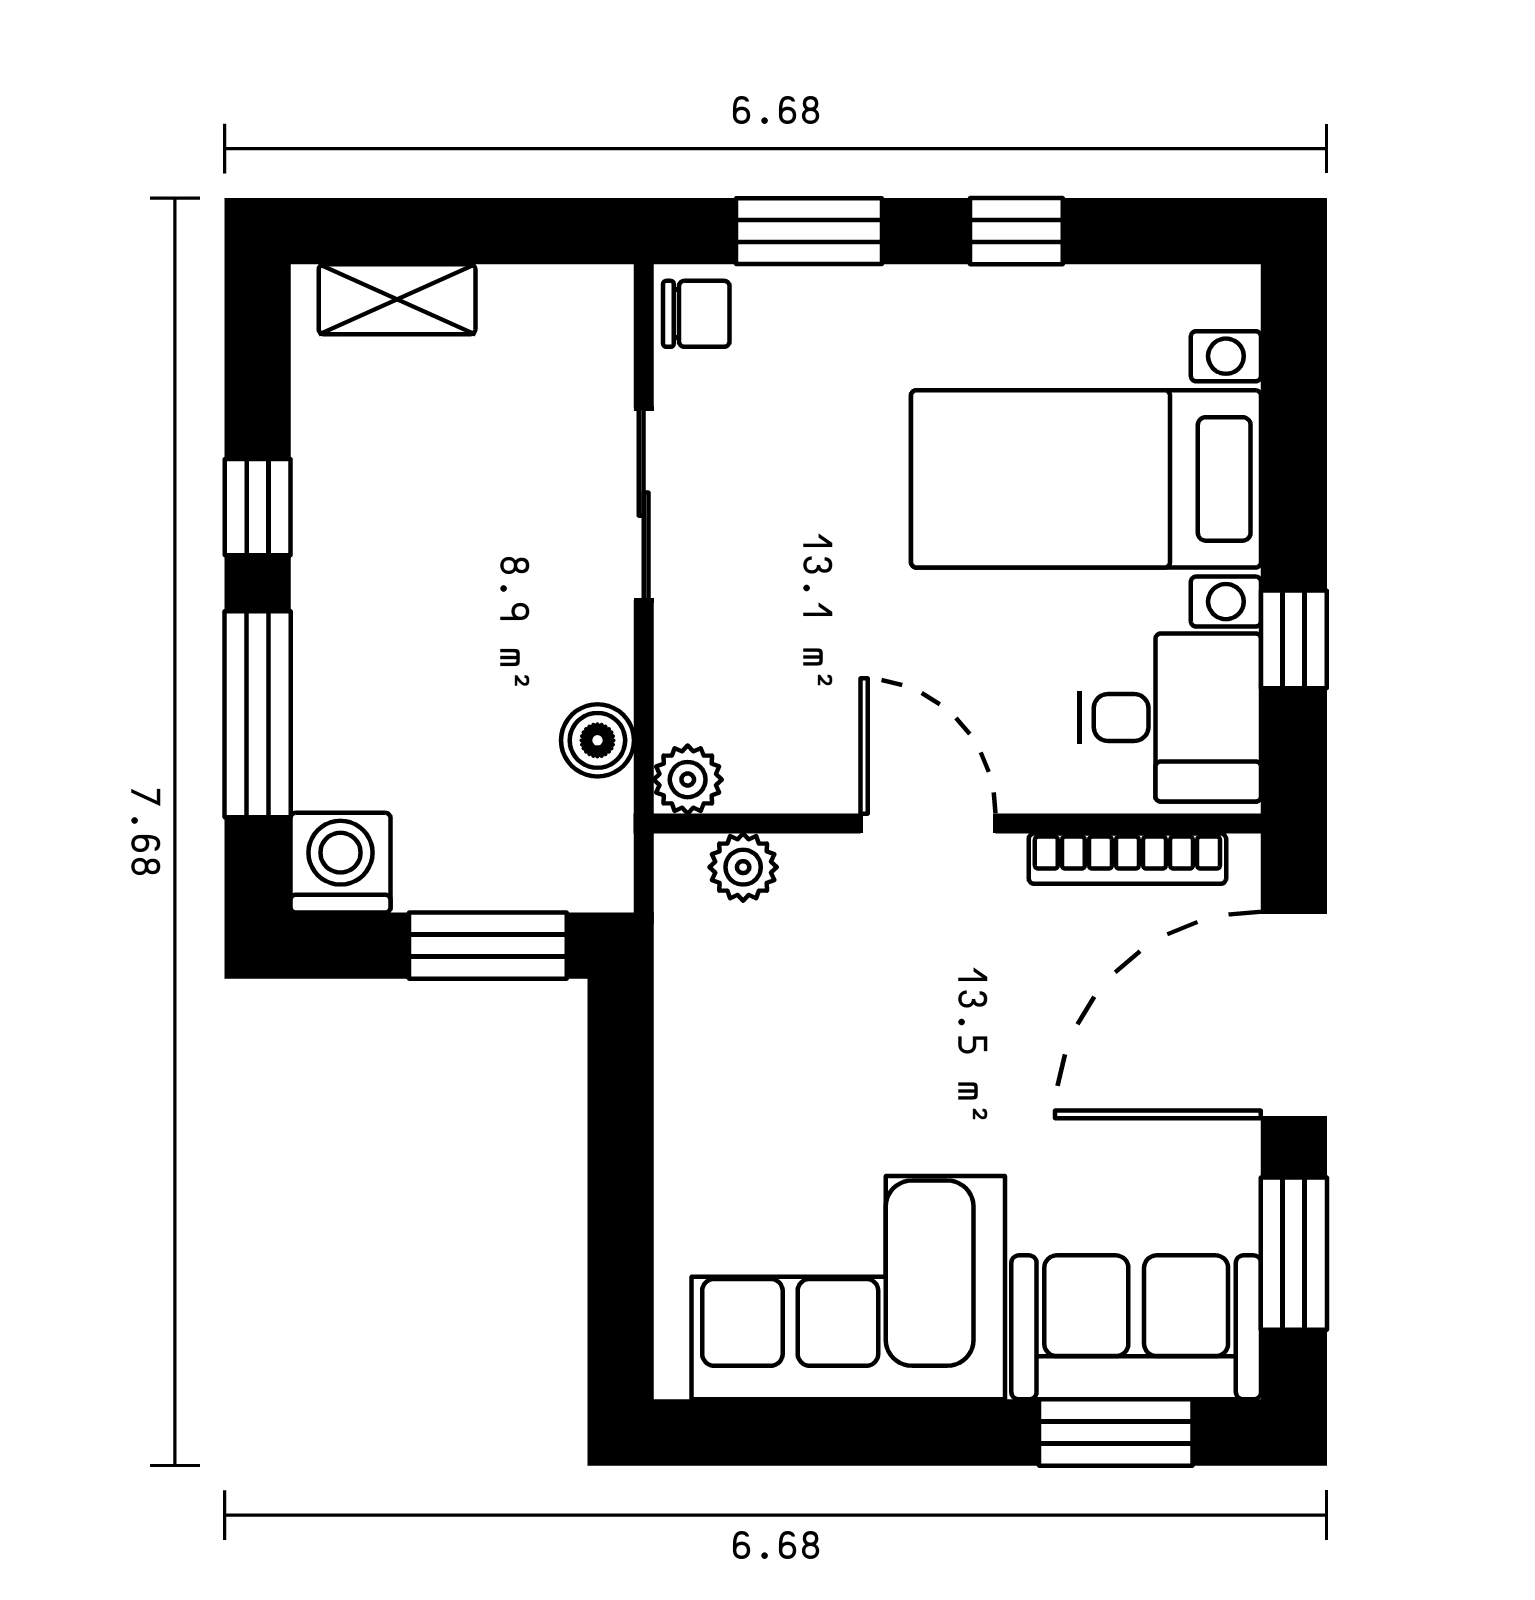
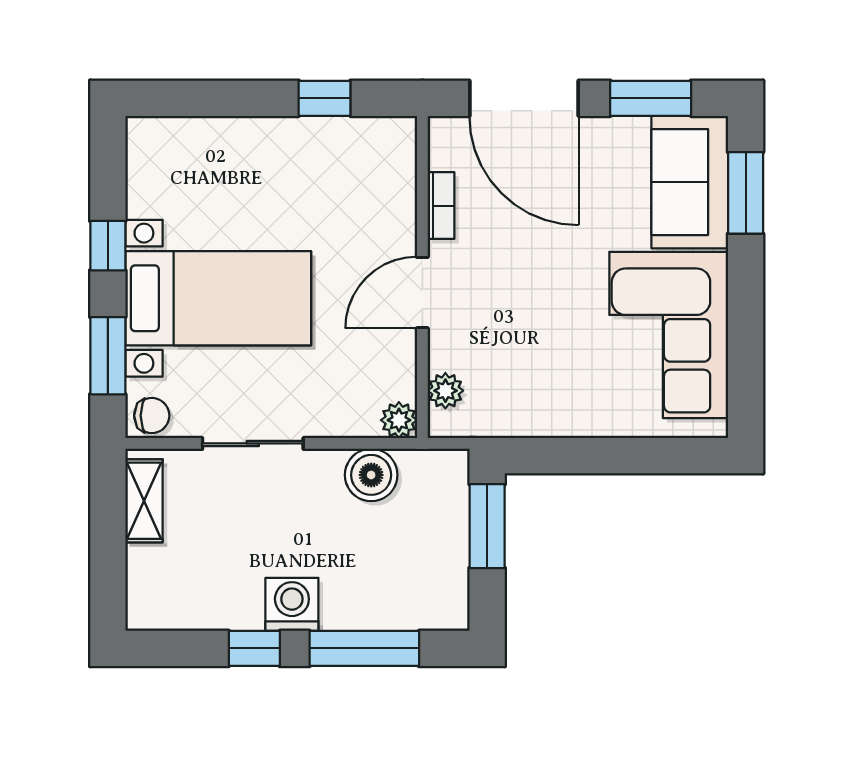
shelving: (397, 299) -> (144, 501), moved
chair: (696, 314) -> (152, 416), turned 90
bed with nightstands: (1086, 479) -> (218, 298), moved, turned -90
desk: (1170, 718) -> (366, 164), removed
boiler: (597, 740) -> (371, 475), width x1.36, depth x1.36
bookcase: (1127, 859) -> (441, 206), width x0.64
washing machine: (340, 863) -> (292, 604), moved, turned 90

